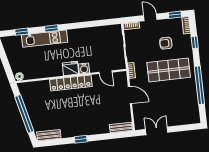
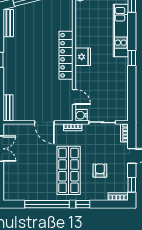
window: (51, 28) -> (132, 58), moved
window: (195, 42) -> (83, 204), moved
water cooler: (84, 68) -> (81, 115), moved
door: (106, 72) -> (74, 97), swing flipped
door: (130, 95) -> (44, 122), hinge flipped

